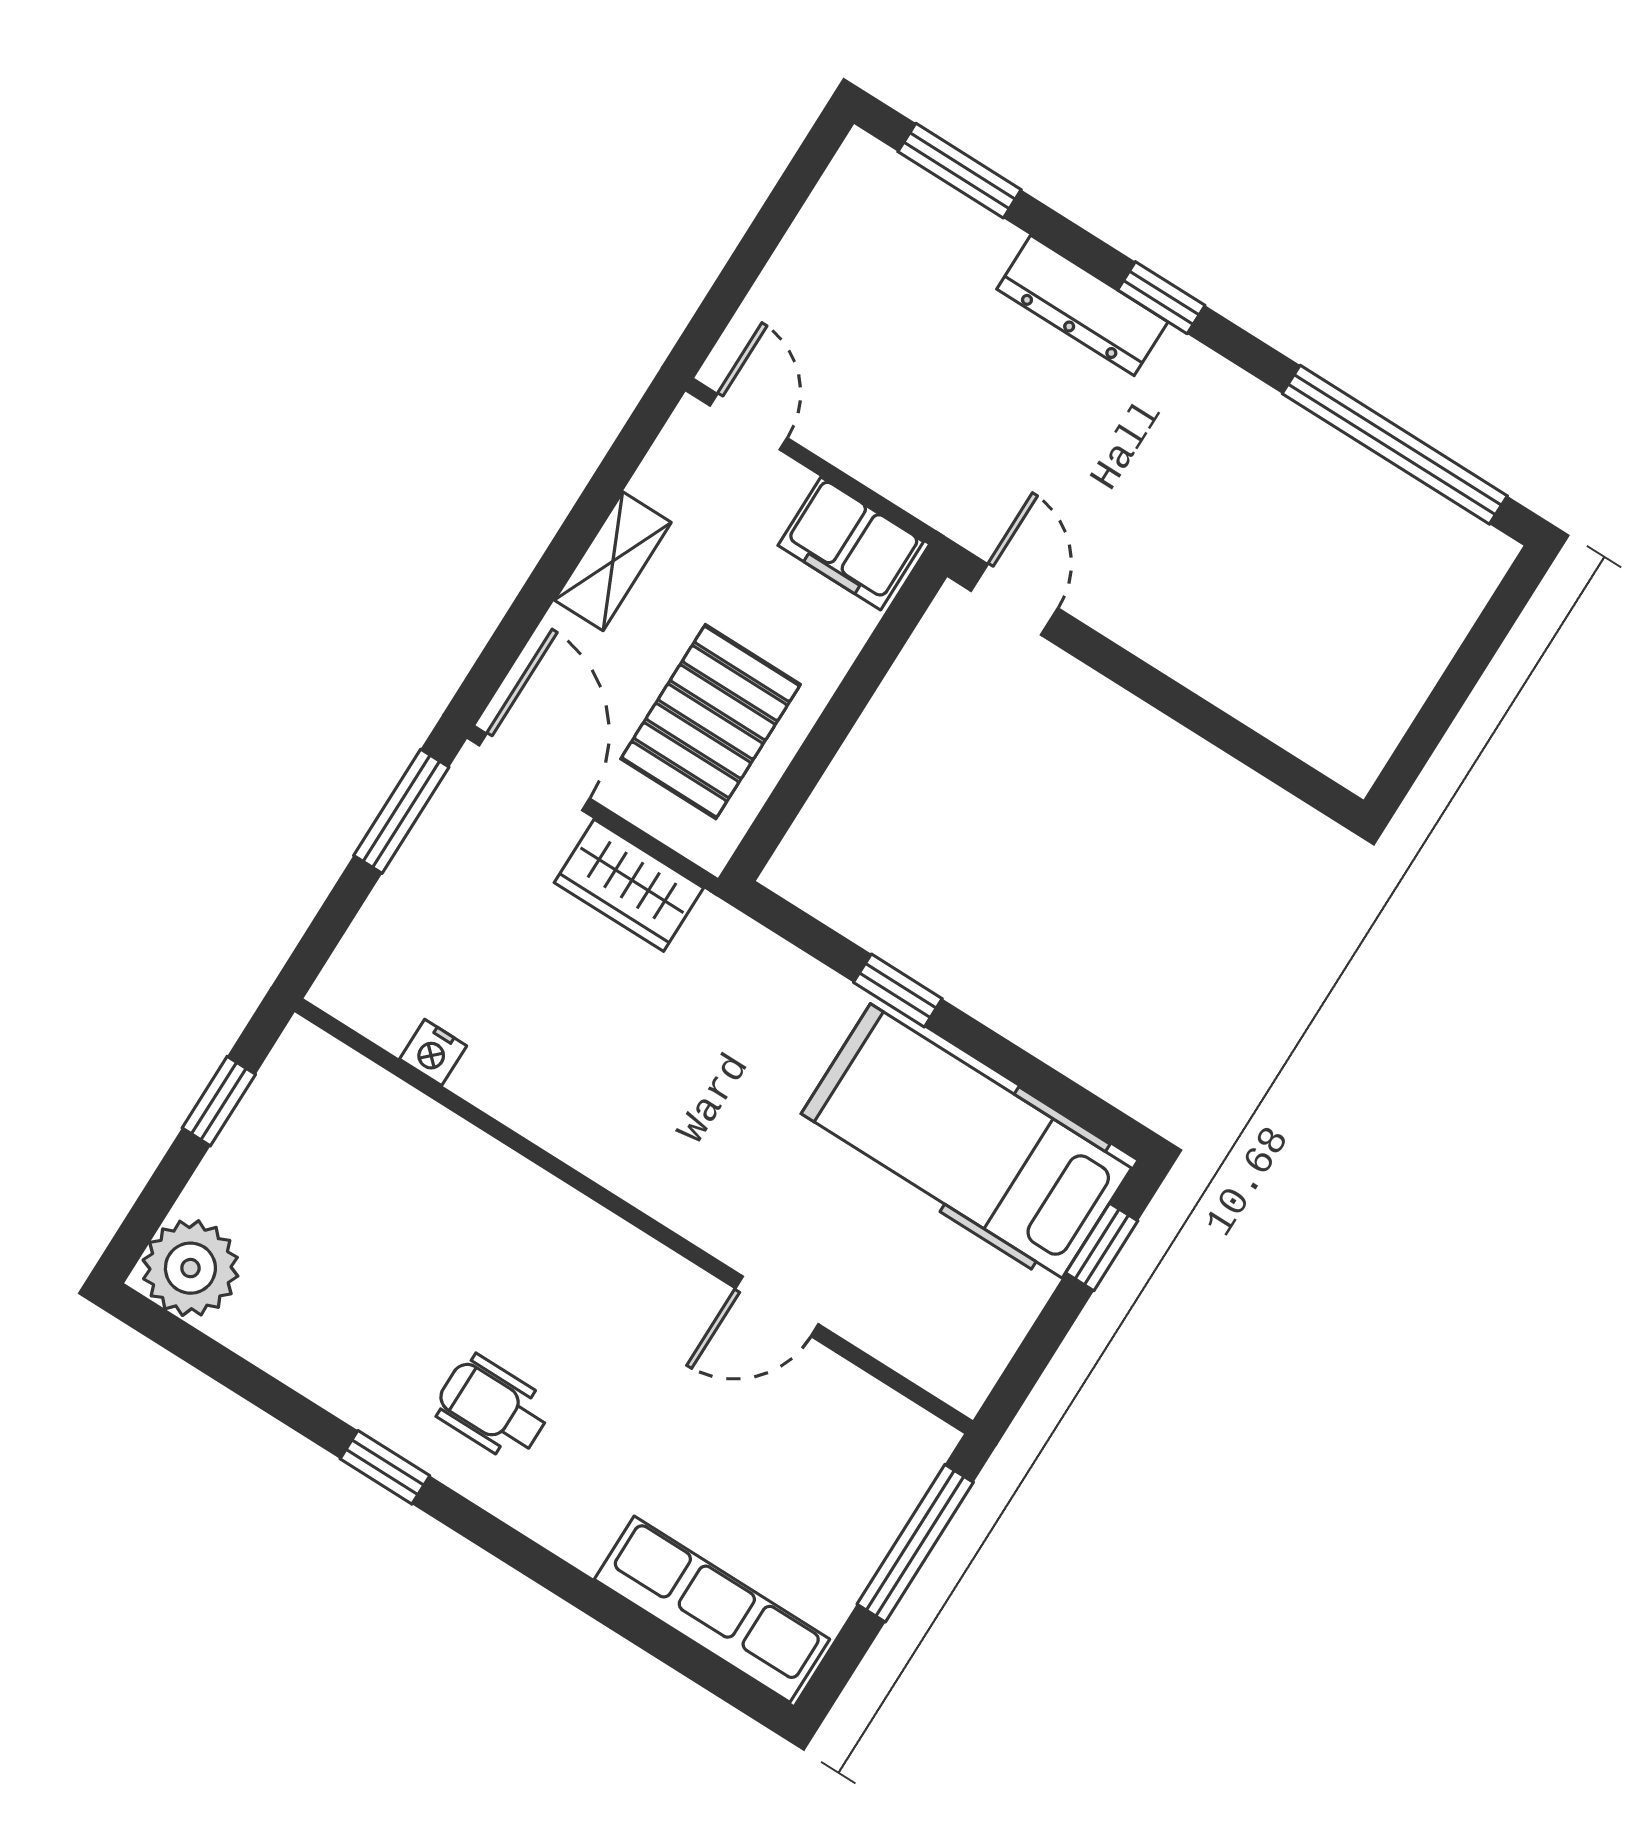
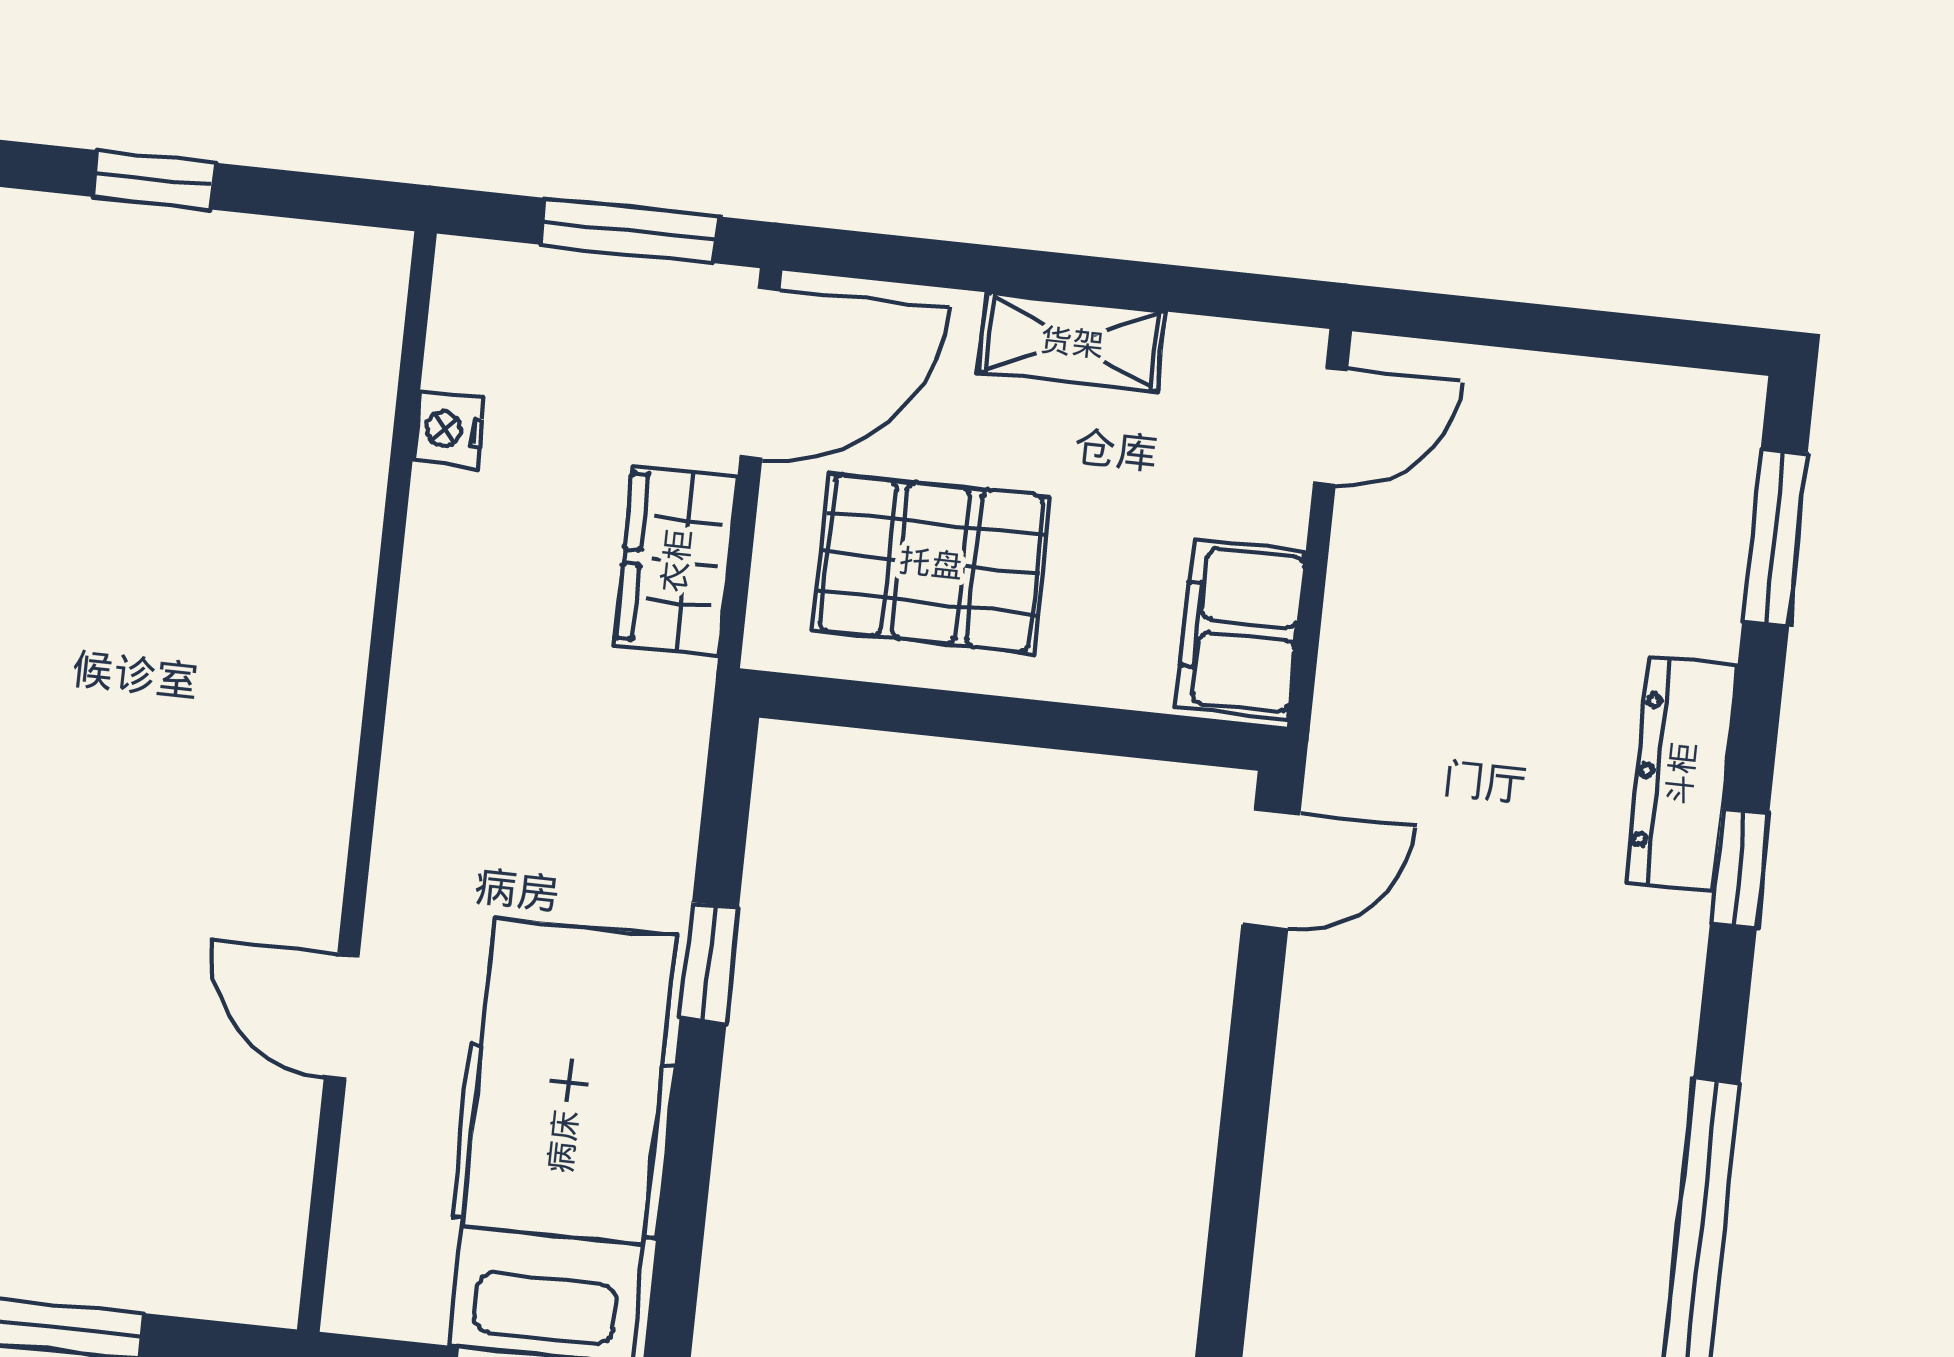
nightstand: (433, 1052) -> (449, 429), moved
wall: (634, 1216) -> (367, 782), moved
door: (777, 1306) -> (342, 1016), moved

